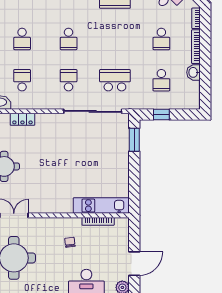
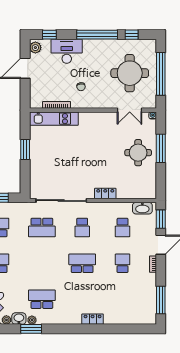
school desk: (69, 39) -> (82, 263), width x1.85
locker: (22, 119) -> (105, 194), moved
window: (134, 140) -> (25, 150), moved

